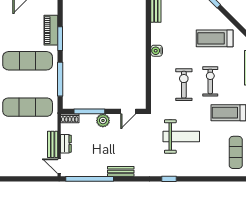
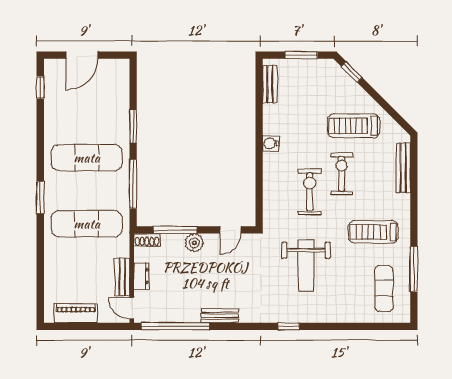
piano: (51, 30) -> (76, 313), moved, turned 90
exercise bike: (210, 81) -> (342, 174), moved
weight bench: (181, 137) -> (306, 266), turned 90

